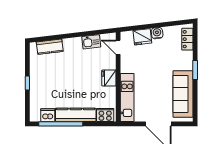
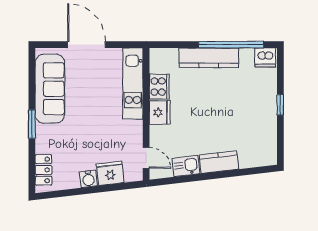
kitchen counter: (50, 47) -> (219, 162), moved
dishwasher: (48, 115) -> (265, 57), moved
cooker: (105, 115) -> (159, 87), moved, turned -90

